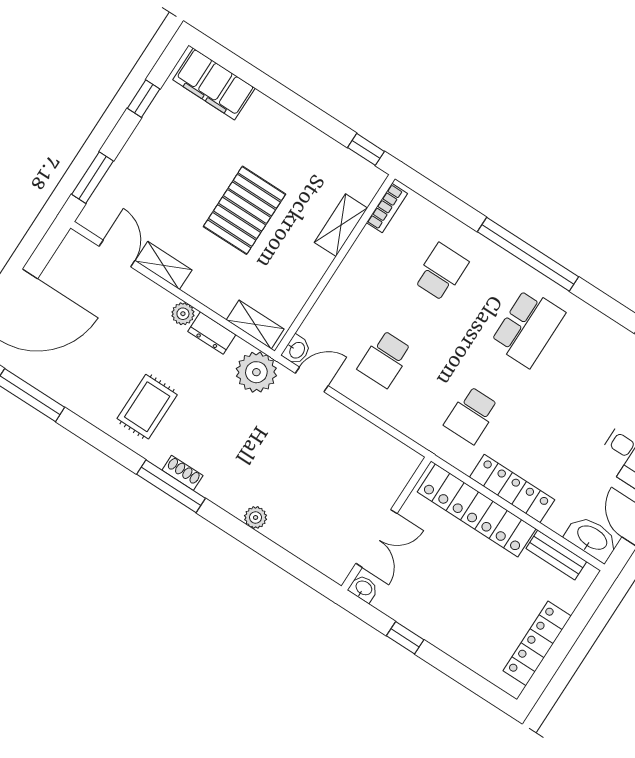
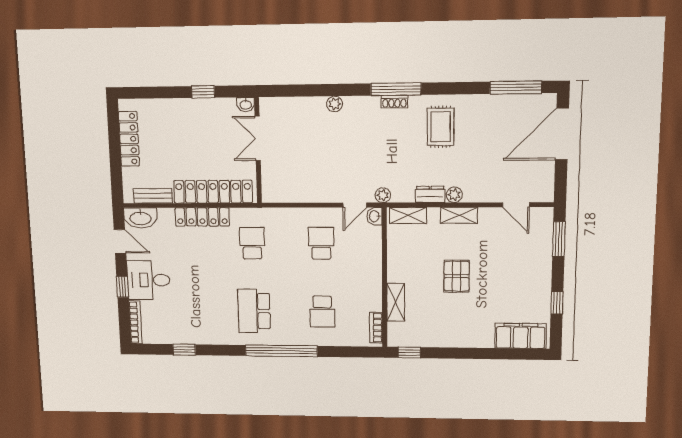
pallet: (244, 210) -> (457, 276), width x0.67, depth x0.71
shelving: (164, 265) -> (459, 215), moved
plant: (256, 372) -> (383, 195), width x0.53, depth x0.53

